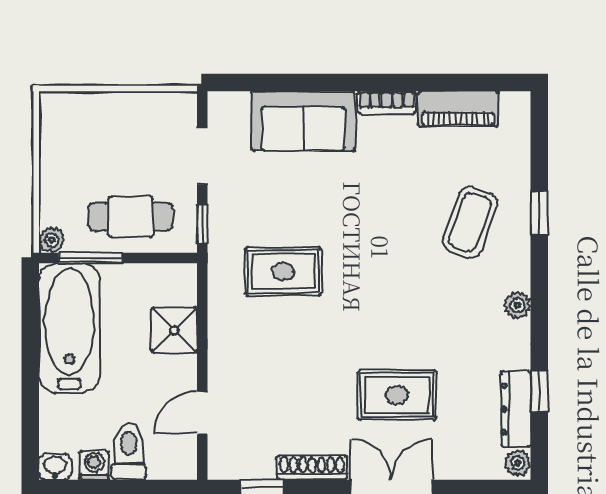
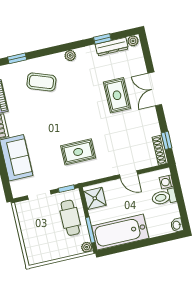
window: (539, 213) -> (17, 58), moved
rug: (283, 272) -> (78, 152), turned 90
shower: (174, 330) -> (95, 198), moved
door: (202, 413) -> (129, 174), moved
washing machine: (94, 465) -> (166, 182), moved
shoe rack: (312, 468) -> (160, 150), moved

